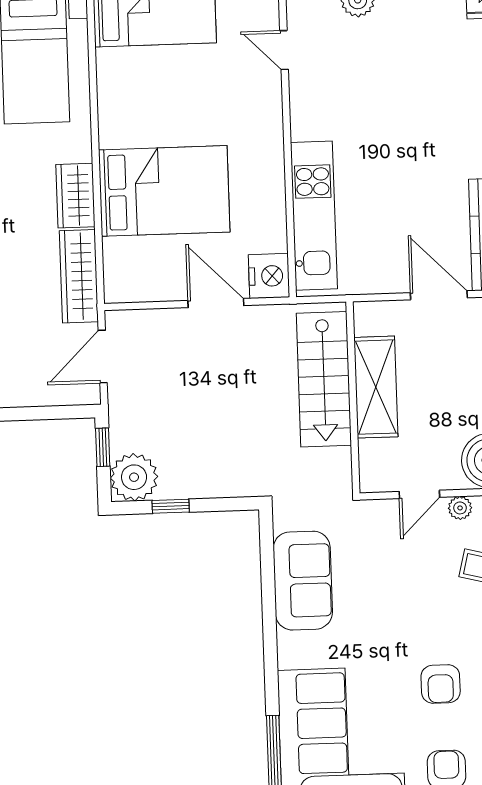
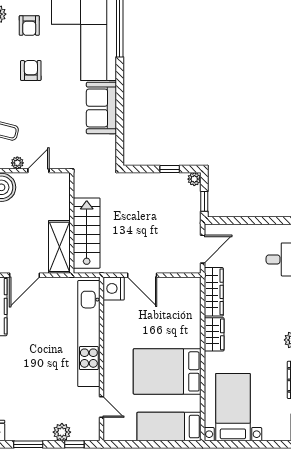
bed: (164, 191) -> (167, 371), moved
kitchen unit: (314, 216) -> (89, 334), width x1.36
door: (439, 295) -> (25, 275), hinge flipped
shelving: (376, 387) -> (59, 247), moved
plant: (134, 477) -> (194, 179), width x0.53, depth x0.53
sofa: (303, 581) -> (101, 108), moved

